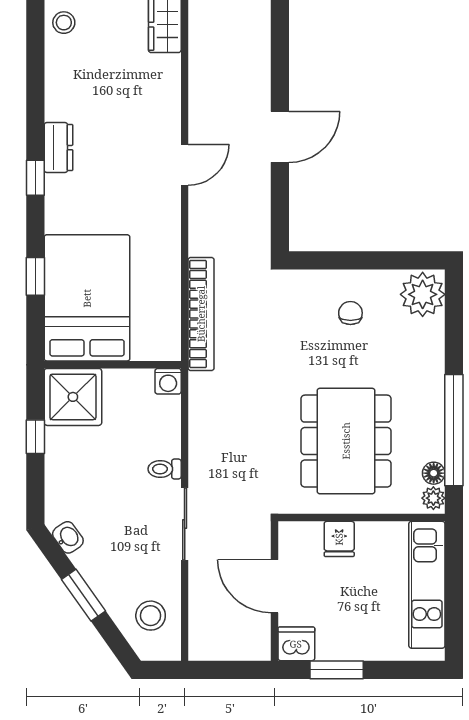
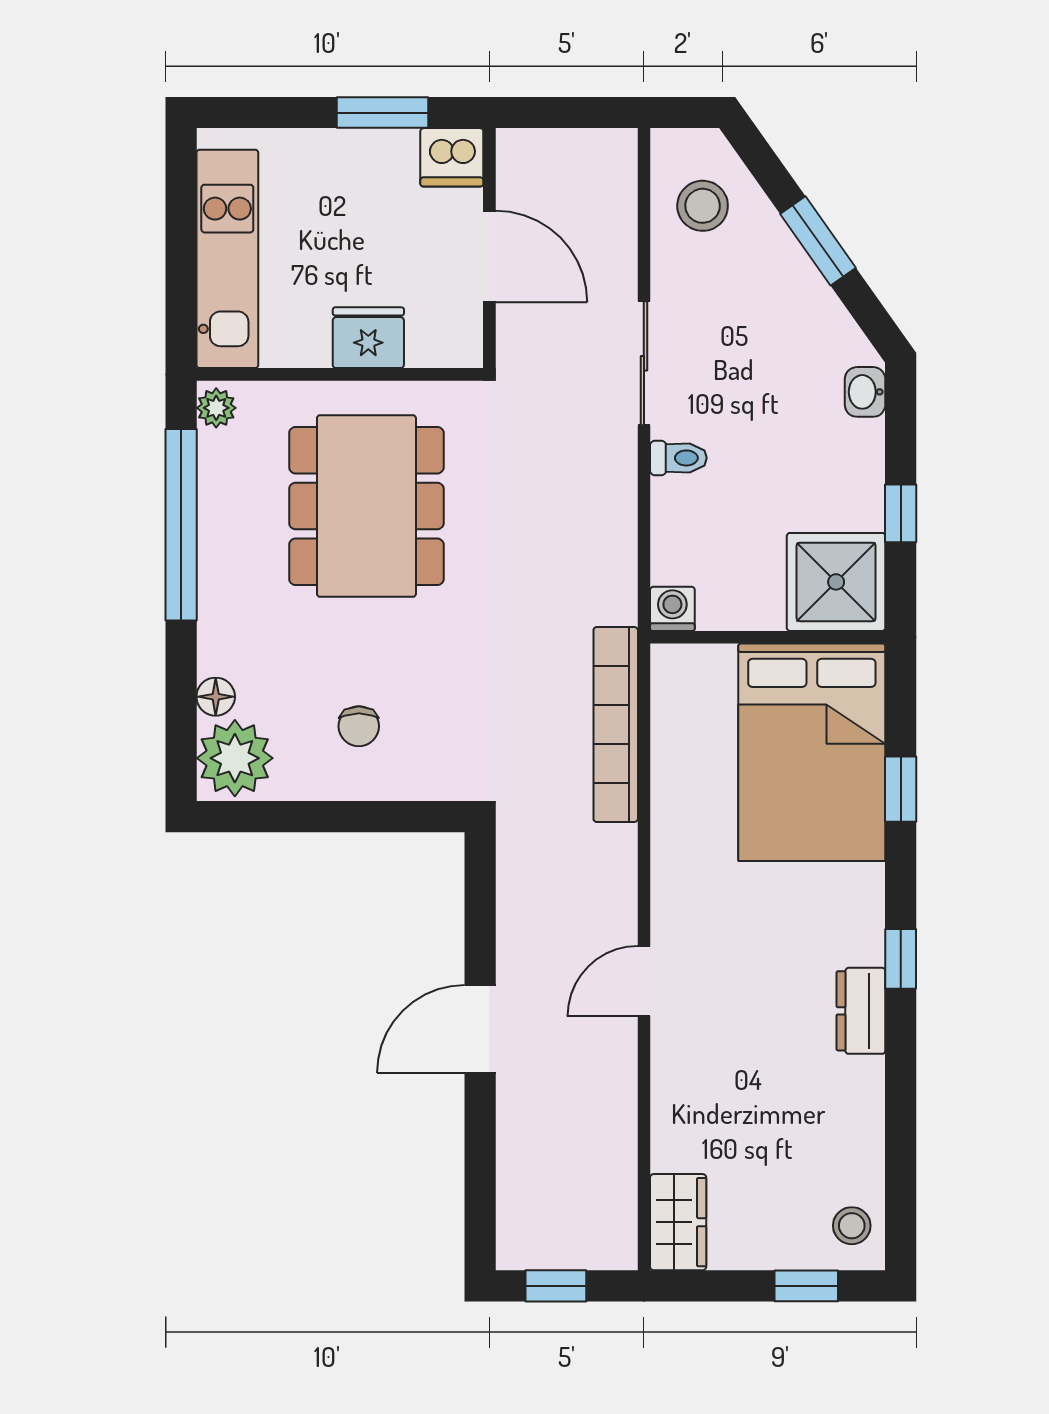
floor lamp: (434, 473) -> (216, 697), moved
washbasin: (68, 537) -> (865, 392), moved, turned 35
fridge: (339, 539) -> (368, 338), width x1.38

